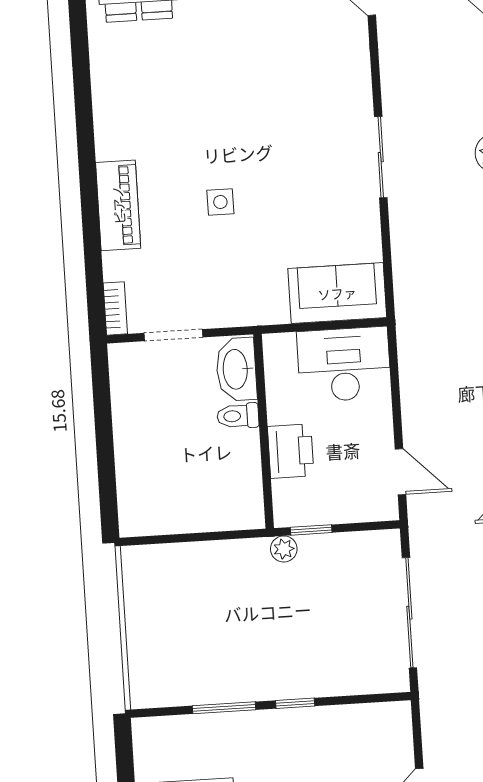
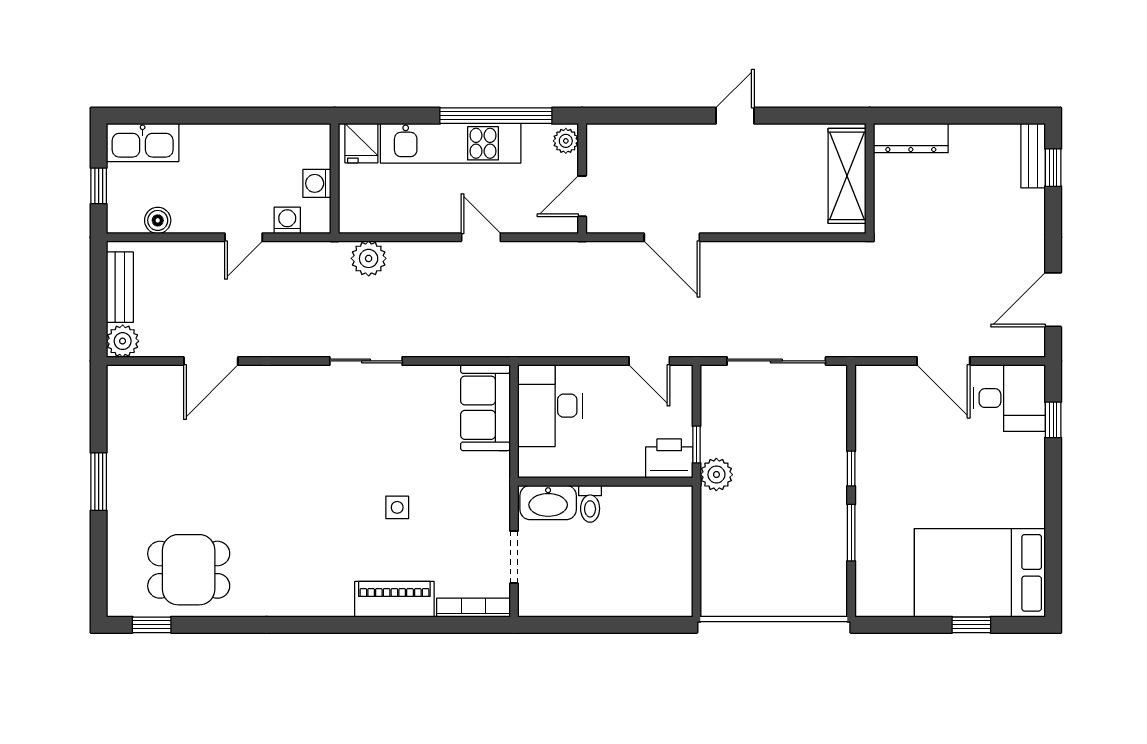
bookcase: (115, 308) -> (473, 608), width x1.56
printer: (291, 451) -> (669, 458), moved
door: (401, 472) -> (649, 361), swing flipped
plant: (284, 549) -> (716, 475), width x1.38, depth x1.38

